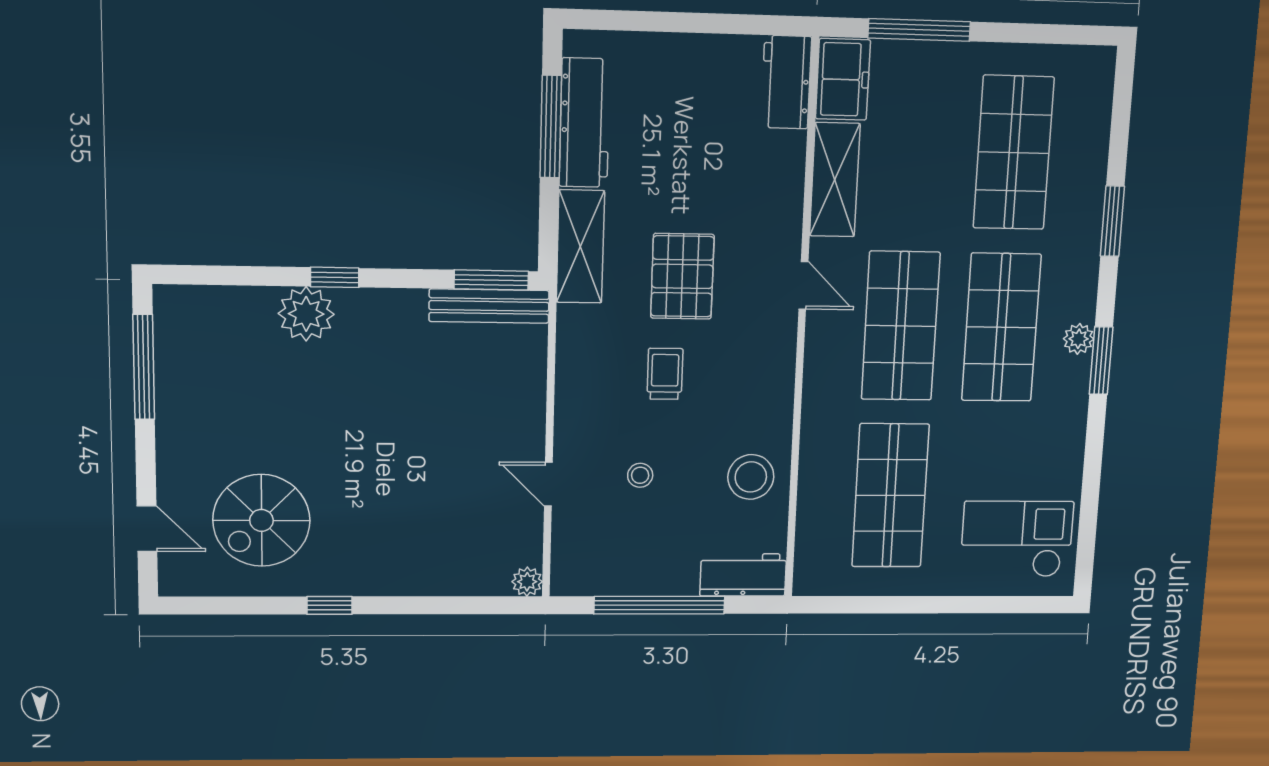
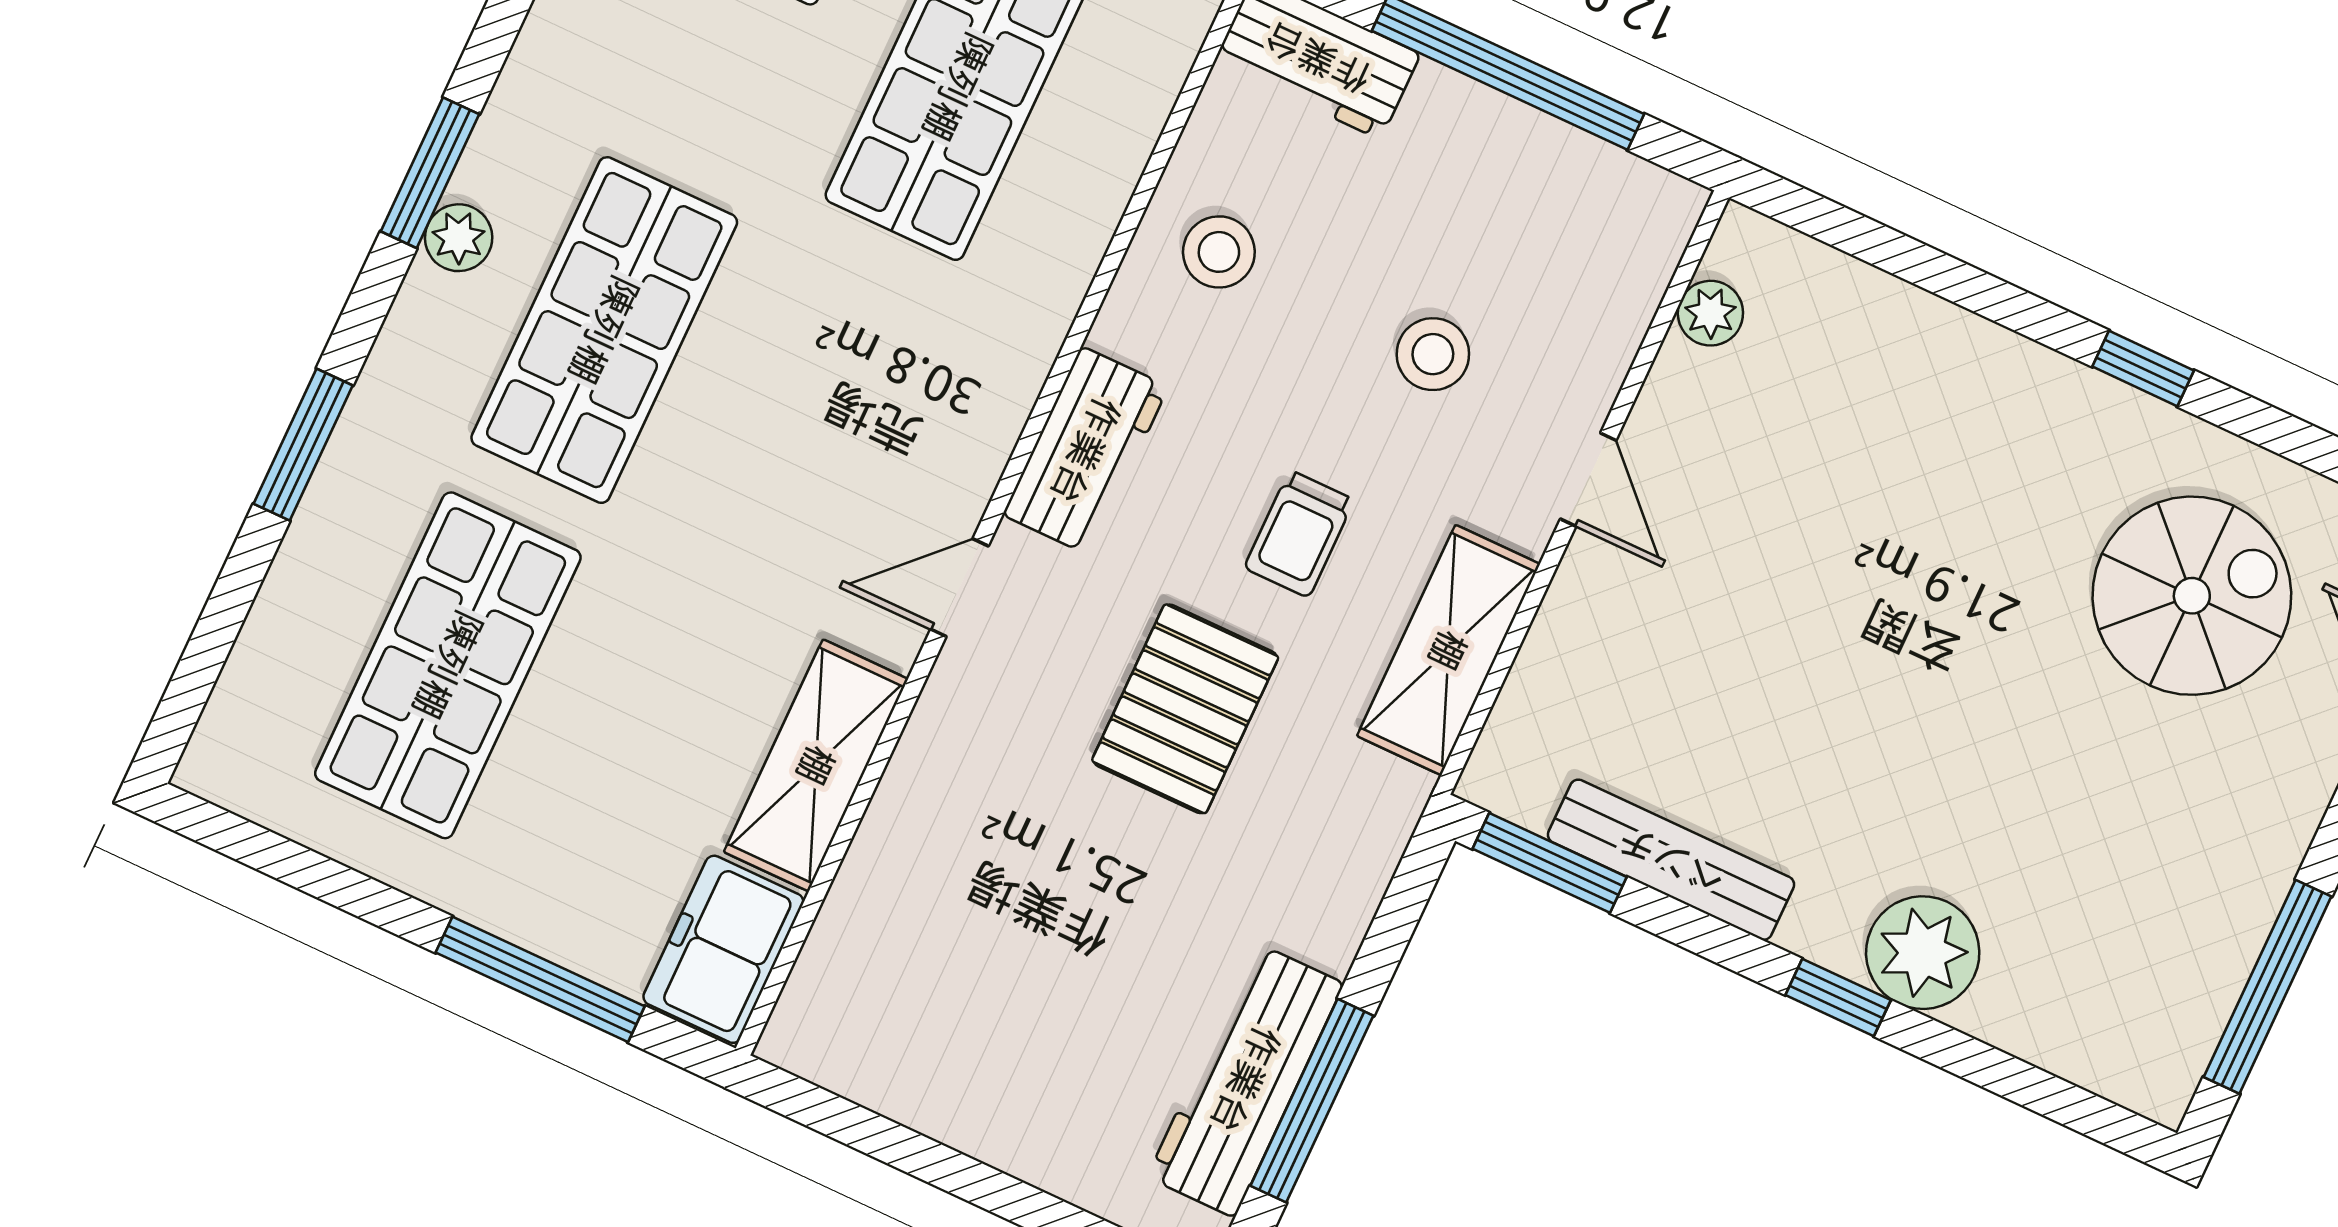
workbench: (786, 82) -> (1086, 451), moved
shelving: (580, 247) -> (1448, 650), moved
door: (803, 285) -> (959, 588), hinge flipped
bench: (489, 306) -> (1671, 860), moved
shop shelf: (901, 326) -> (802, 422), removed
stool: (640, 475) -> (1433, 354), width x1.37, depth x1.37
stool: (751, 477) -> (1219, 252), width x0.73, depth x0.73
door: (548, 484) -> (1588, 480), moved
plant: (527, 582) -> (1710, 313), moved

